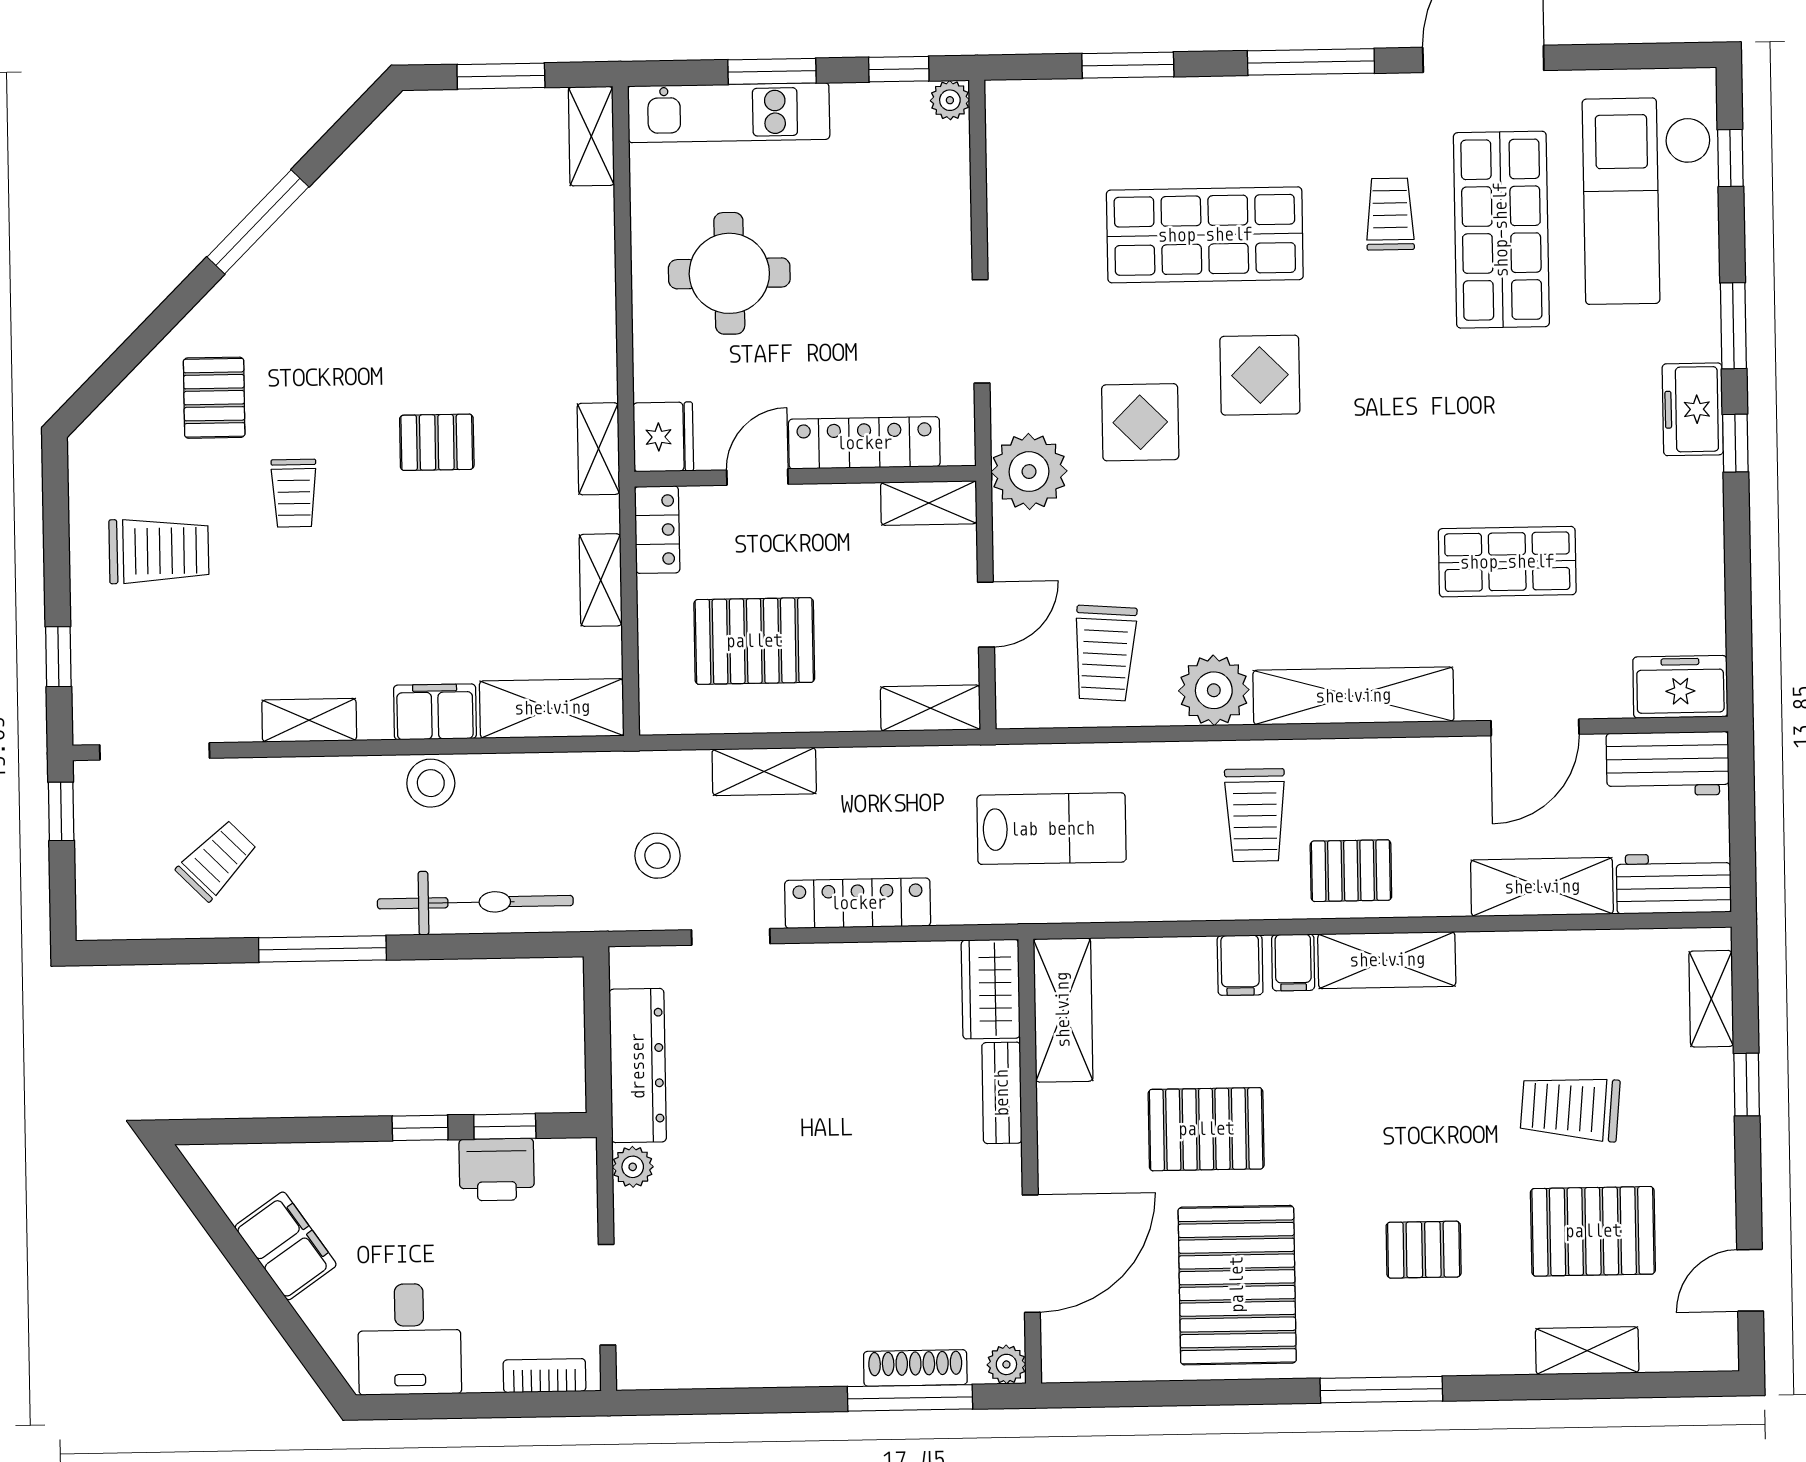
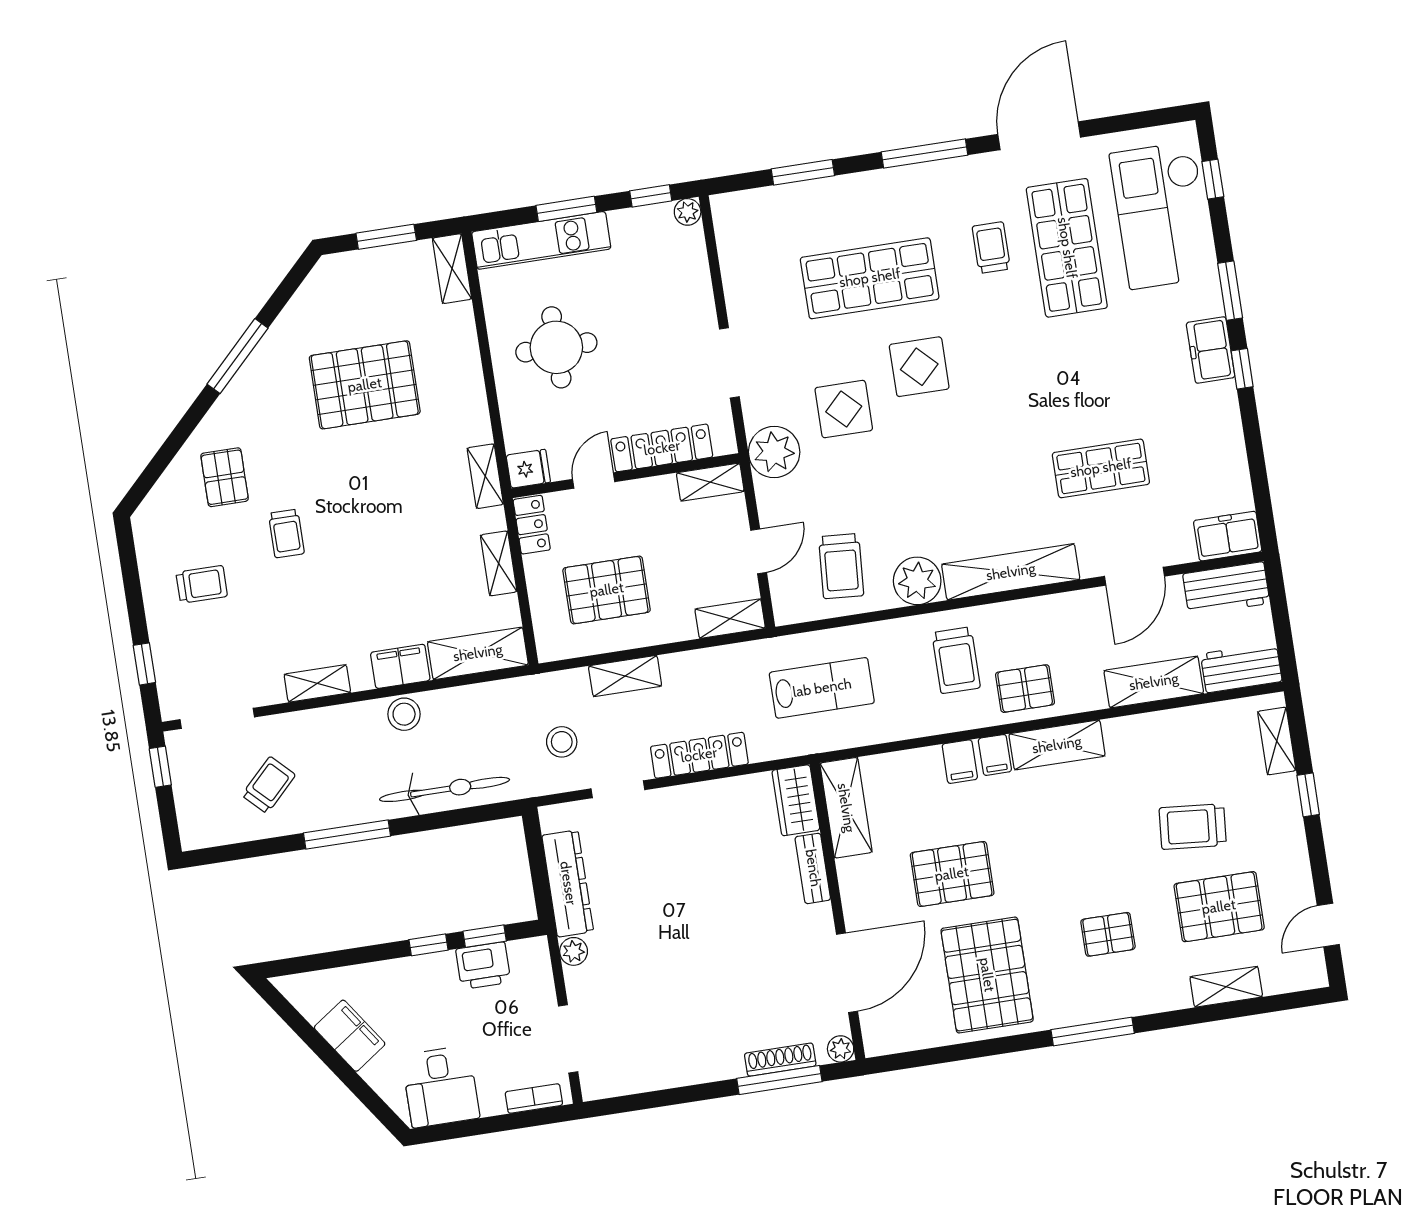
fridge: (663, 437) -> (528, 469), width x0.72
pallet: (437, 442) -> (365, 385), moved, width x2.05, depth x2.00
trolley: (159, 551) -> (202, 584), width x0.73, depth x0.72

